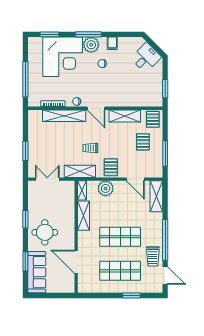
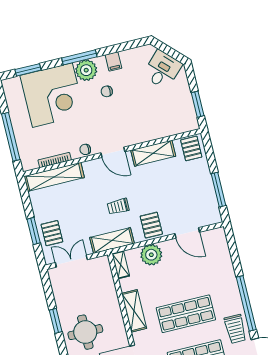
shelving: (64, 116) -> (54, 177), moved
pallet: (143, 142) -> (52, 233), moved
shelving: (156, 196) -> (221, 249), removed
shelving: (83, 216) -> (134, 311), moved

